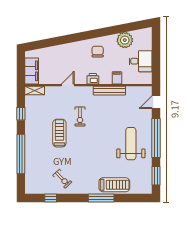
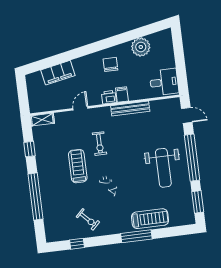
desk: (141, 61) -> (164, 82), moved
filing cabinet: (32, 71) -> (58, 73), moved, turned 79
filing cabinet: (117, 78) -> (122, 94), moved
door: (156, 102) -> (187, 115), swing flipped
weight bench: (131, 144) -> (163, 168), turned 180

